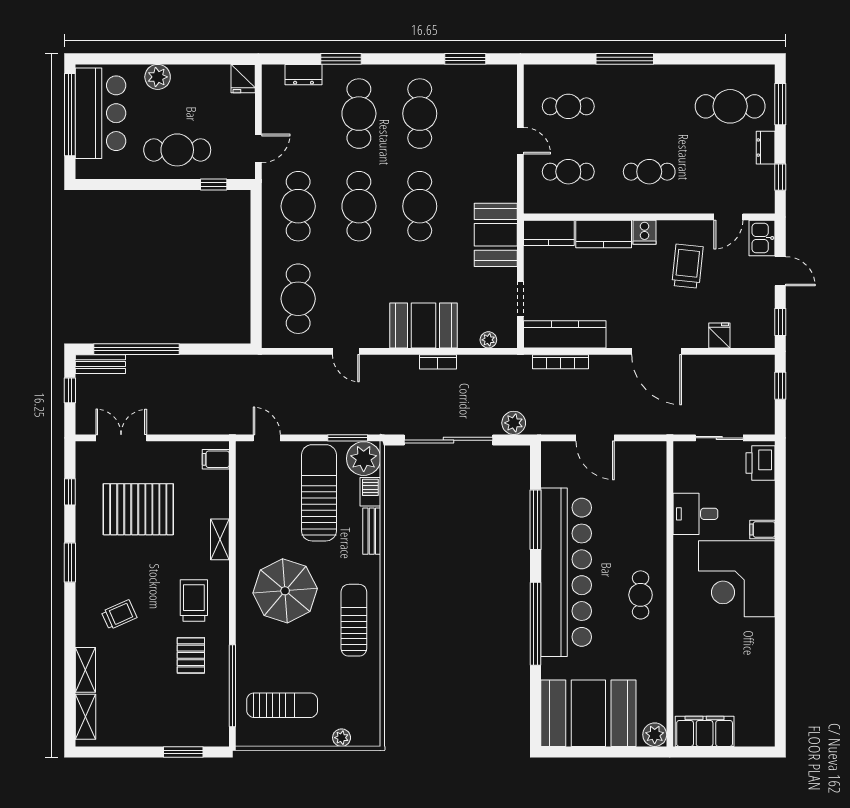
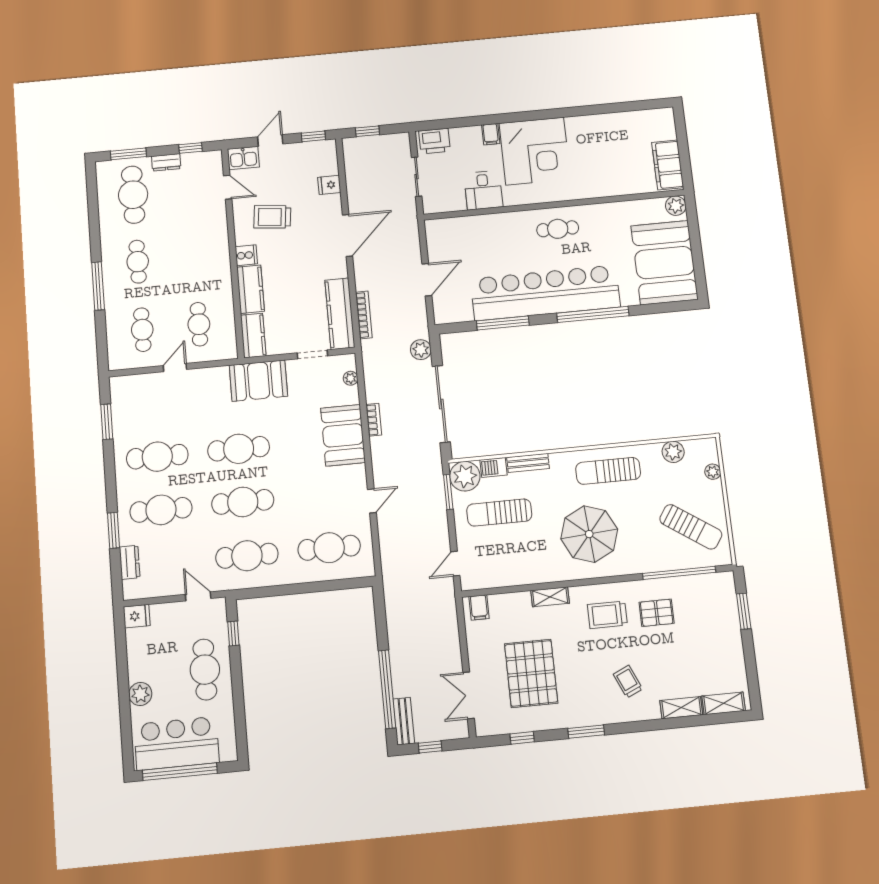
cafe table: (649, 172) -> (138, 262), moved
sun lounger: (319, 493) -> (499, 513), width x0.73, depth x0.75
plant: (368, 696) -> (673, 452), added
sun lounger: (282, 705) -> (691, 527), turned 124

